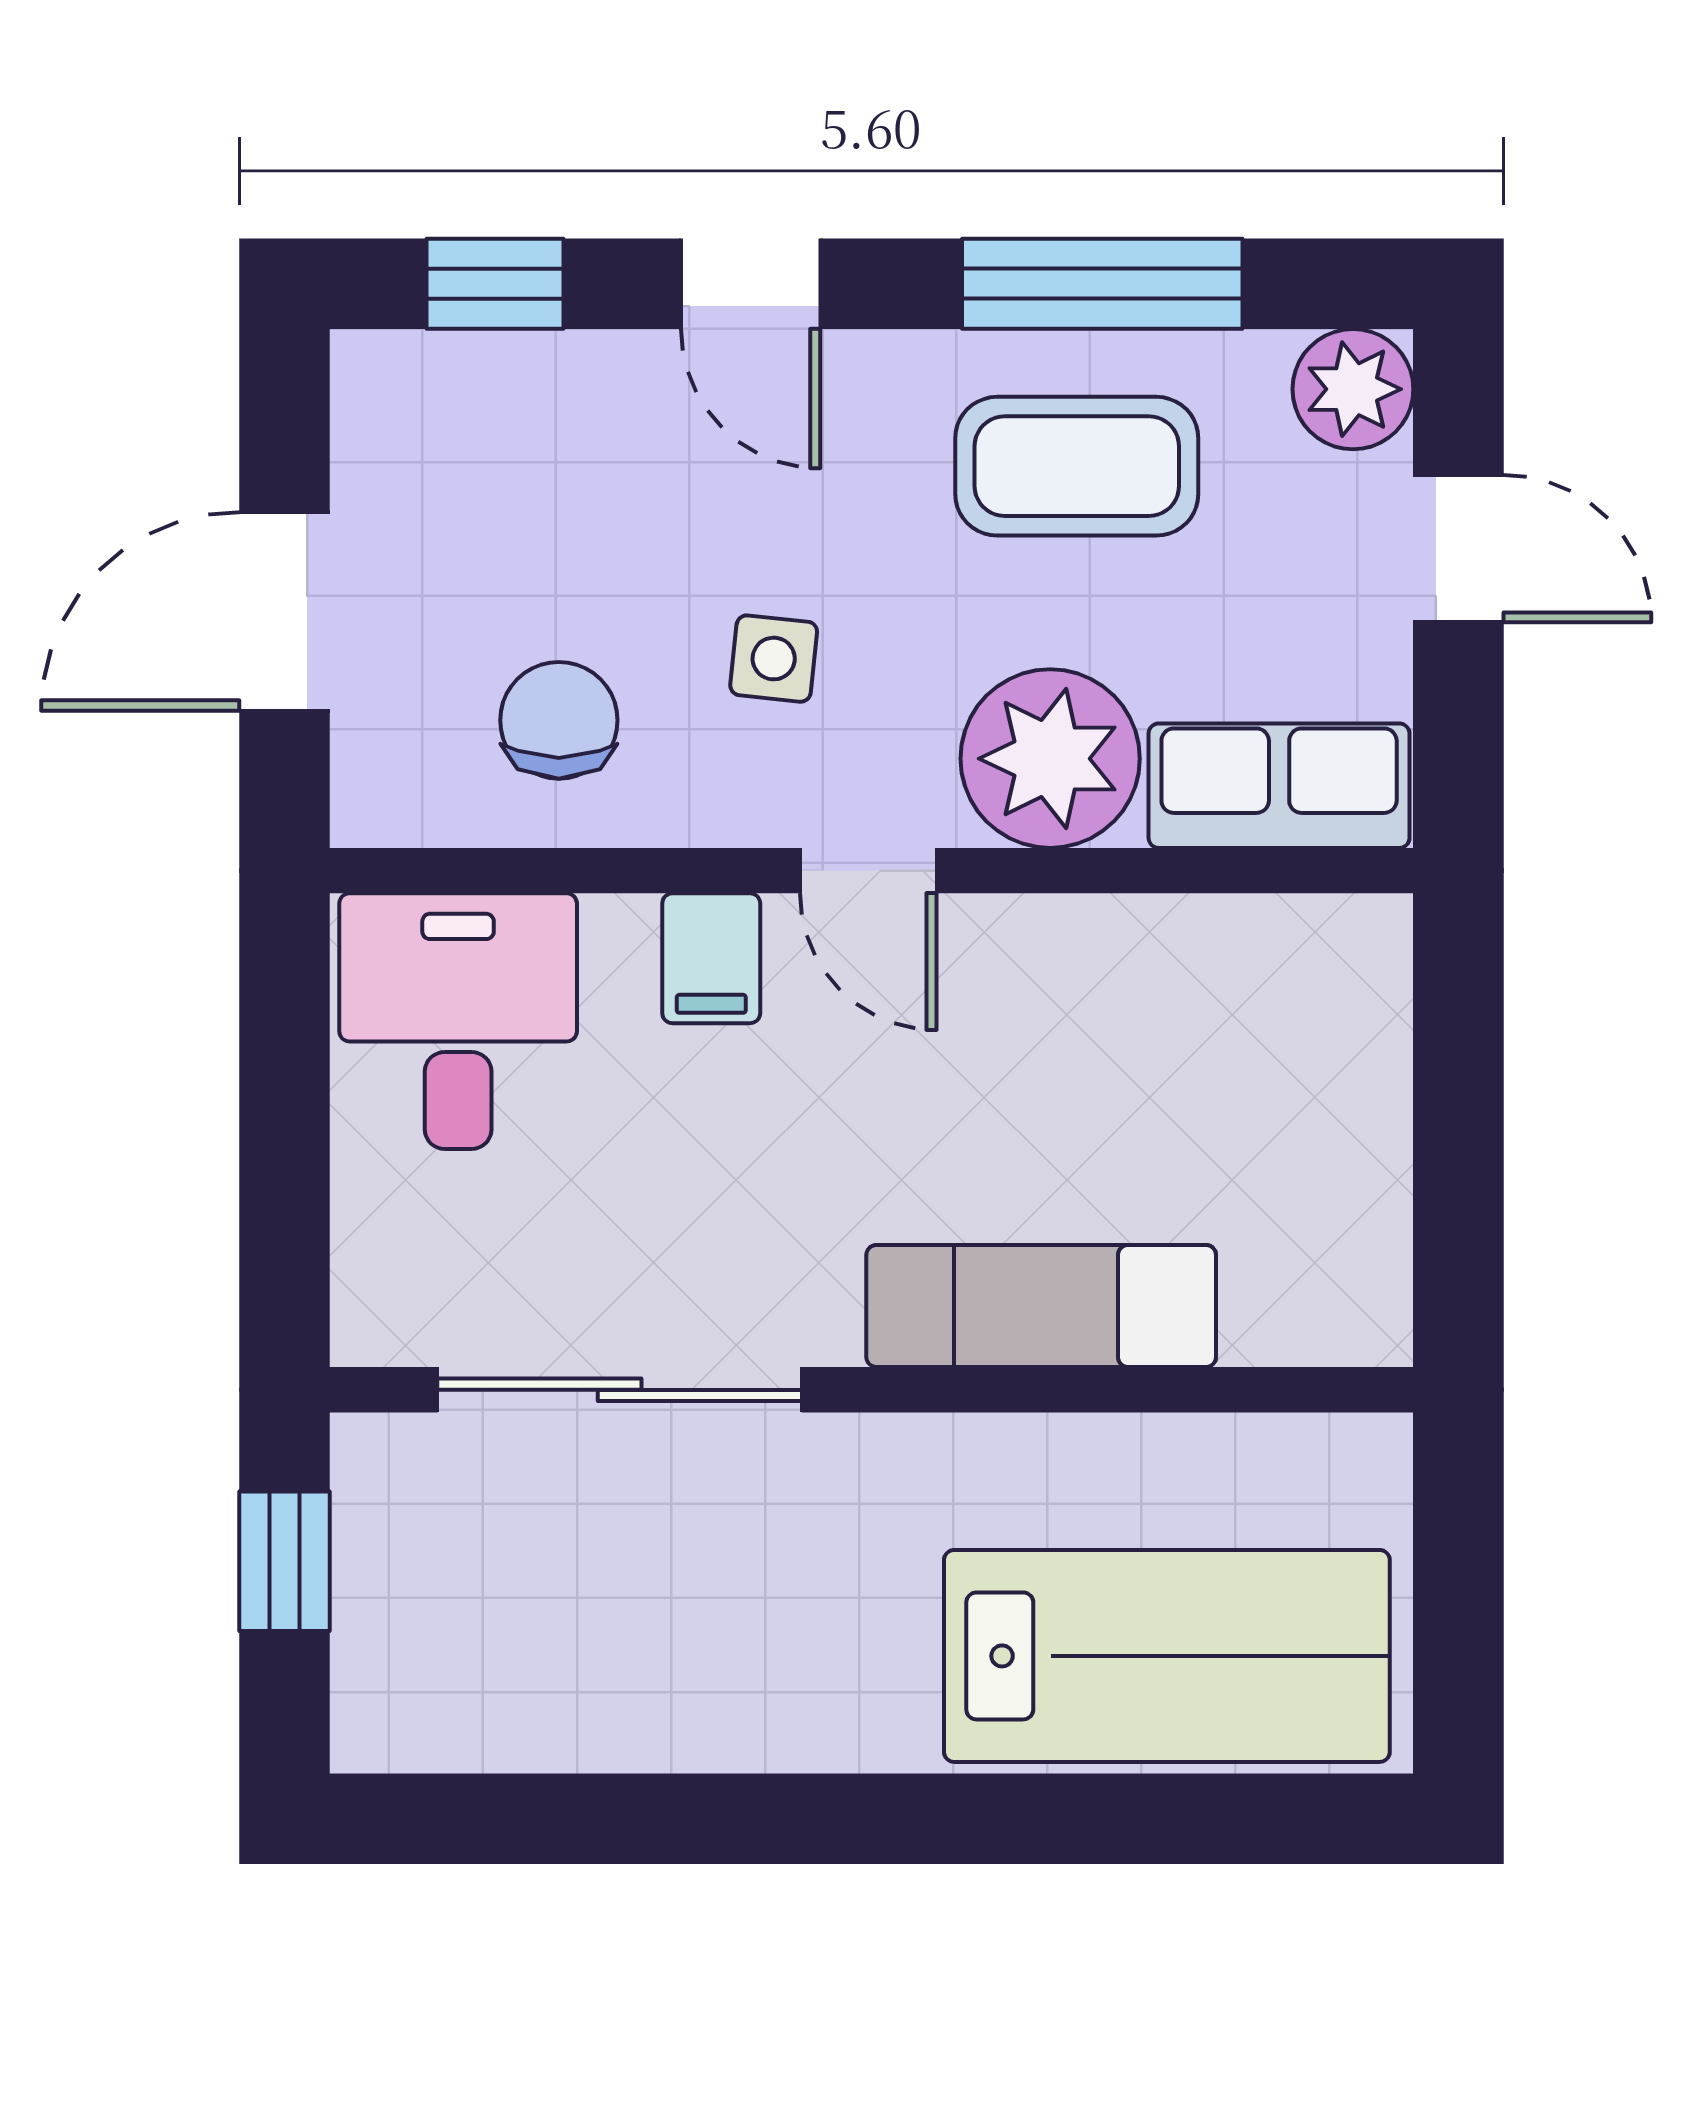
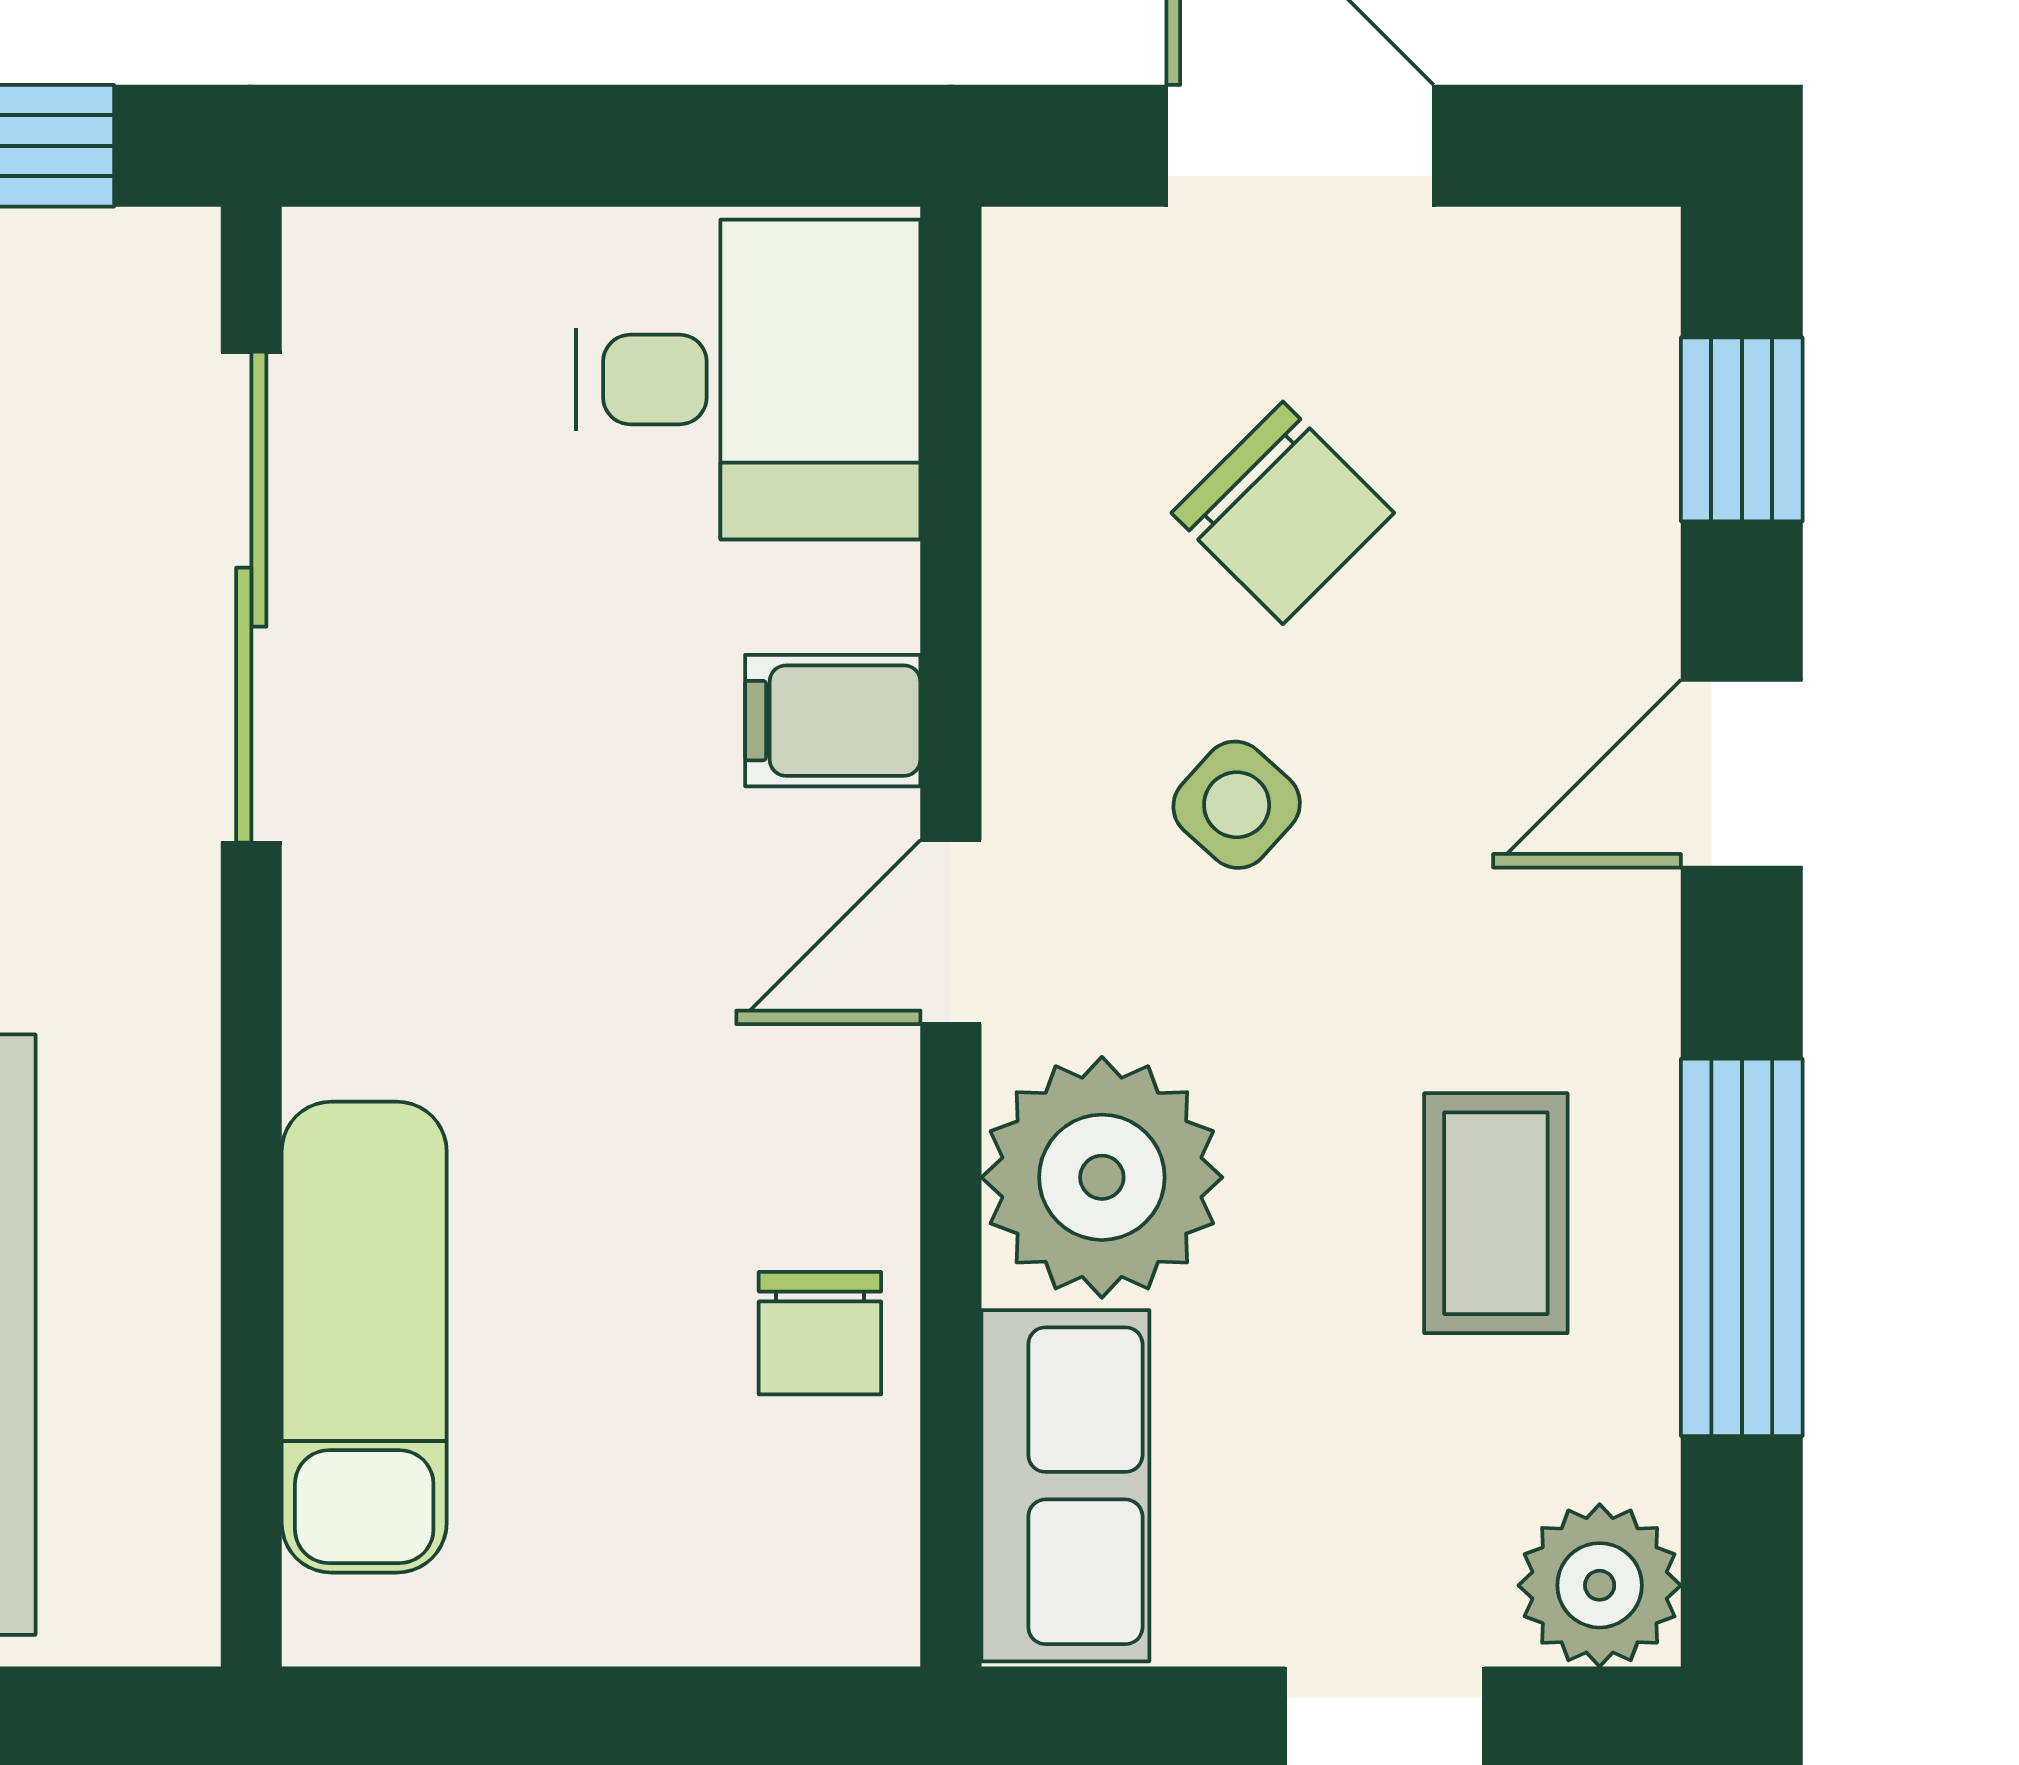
coffee table: (1077, 466) -> (1496, 1213), width x0.73, depth x0.77
side table: (774, 659) -> (1237, 805), turned 36
chair: (559, 720) -> (1283, 513), moved, turned 45
chair: (1166, 968) -> (820, 1333), added
exam couch: (1041, 1306) -> (364, 1337), moved

